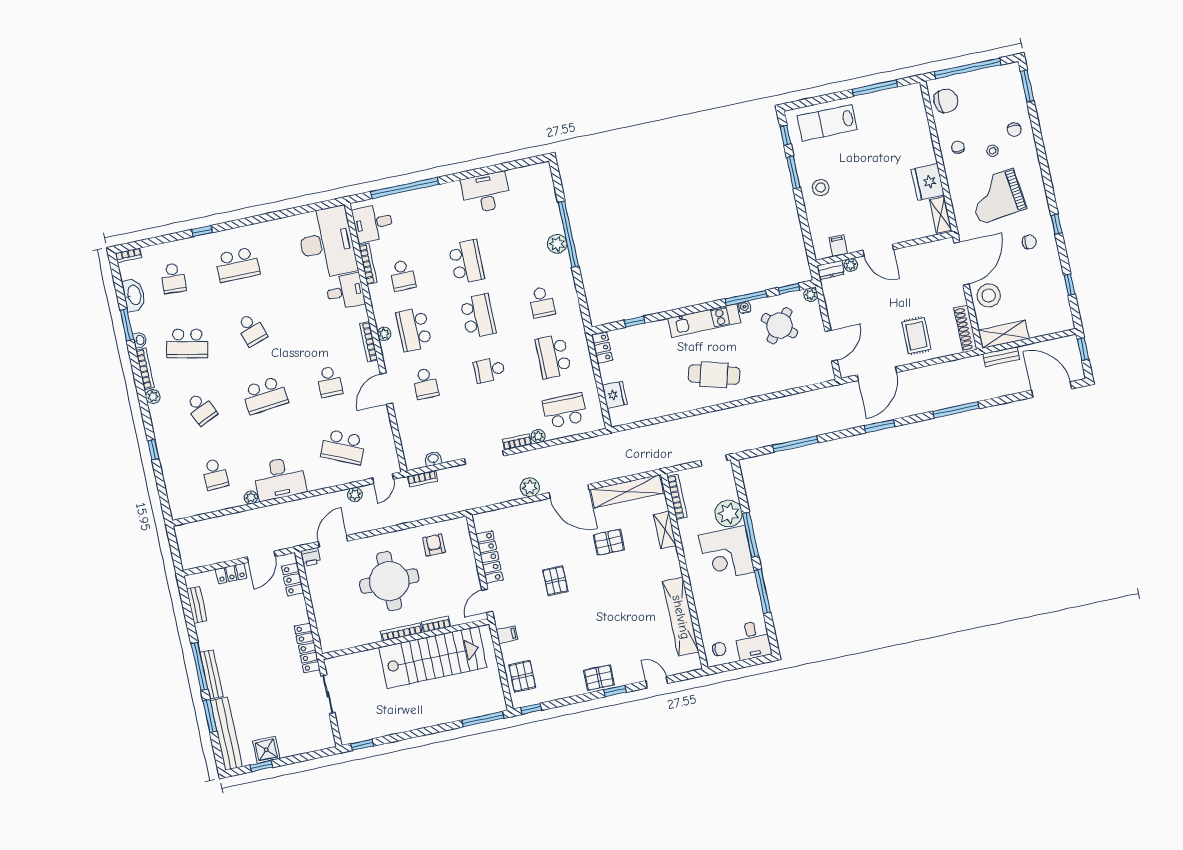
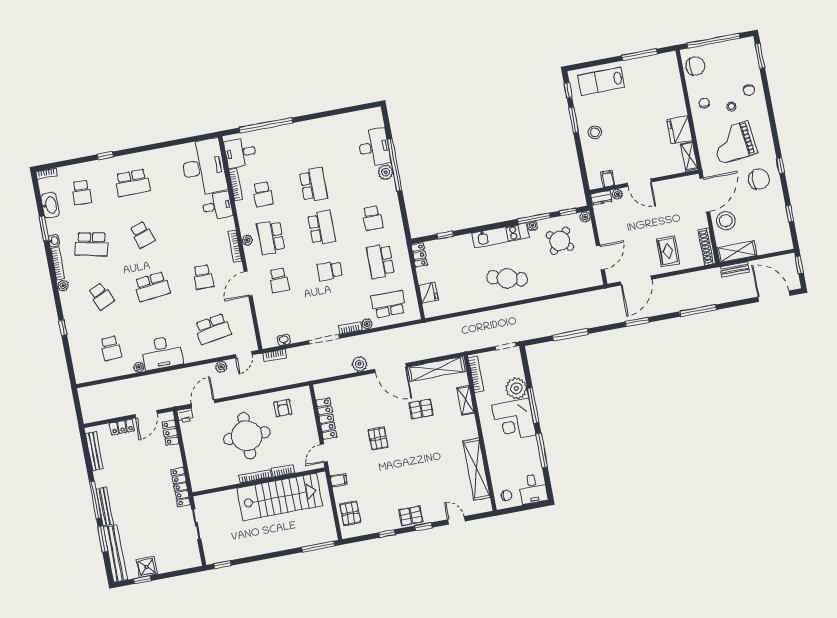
desk: (486, 193) -> (374, 147), moved, turned 90
chair: (1029, 242) -> (759, 179), width x1.87, depth x1.87
school desk: (343, 447) -> (213, 329), turned -33
armchair: (434, 545) -> (283, 408), turned 180
bench: (197, 605) -> (94, 451), width x1.36
window: (531, 709) -> (387, 534), moved

